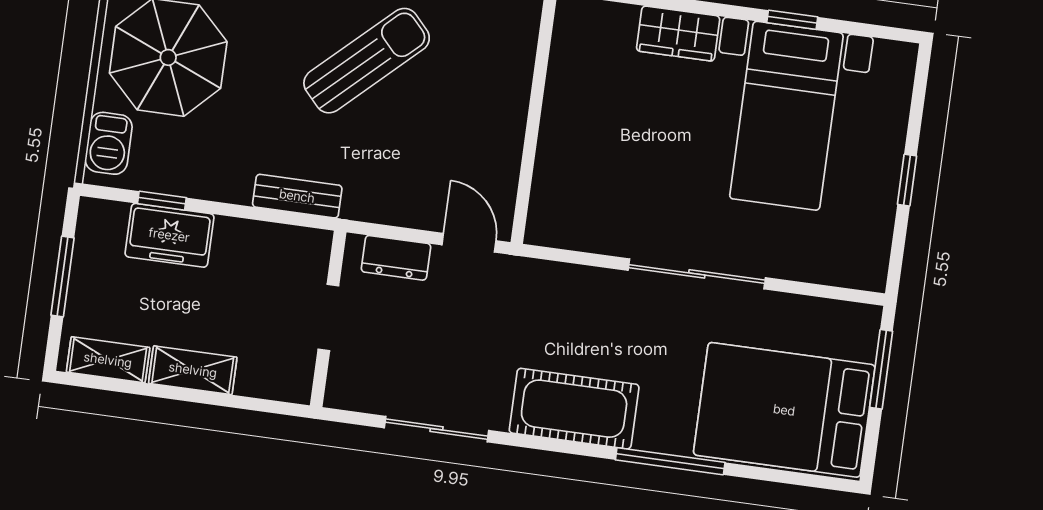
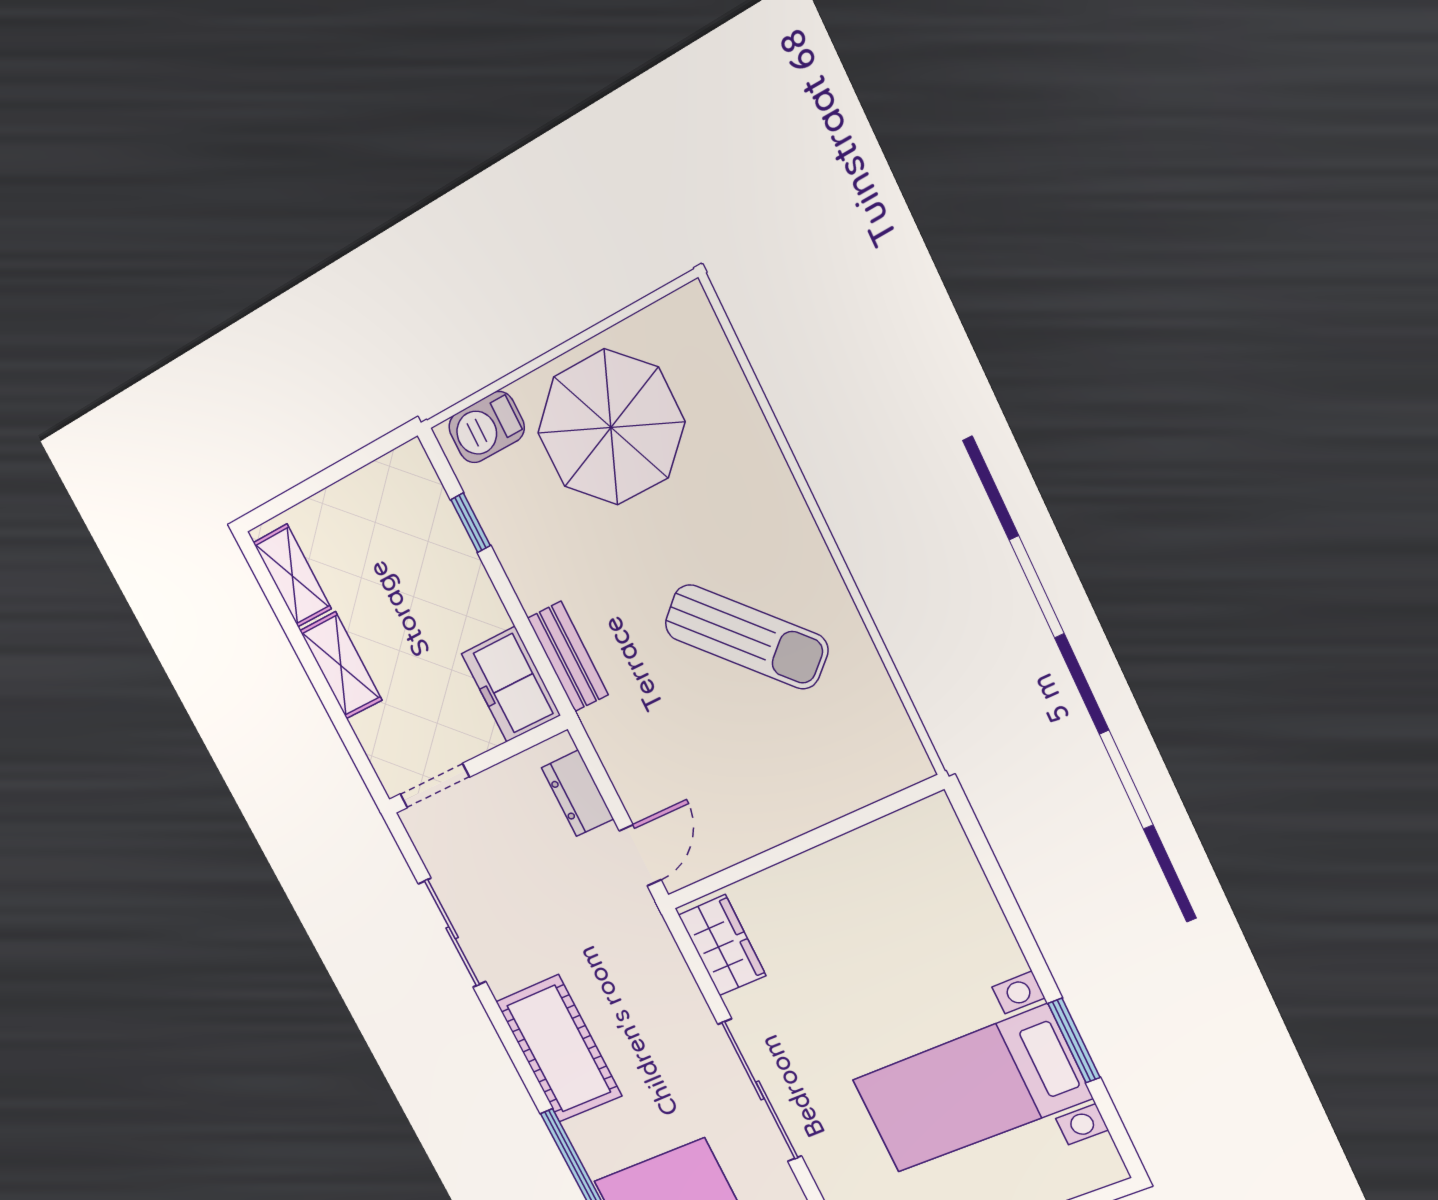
window: (792, 20) -> (1074, 1041), width x1.50
wardrobe: (678, 34) -> (722, 945), moved, turned 180
freezer: (169, 235) -> (511, 684), moved
window: (63, 276) -> (333, 474), removed
doorway: (328, 318) -> (435, 786), moved

